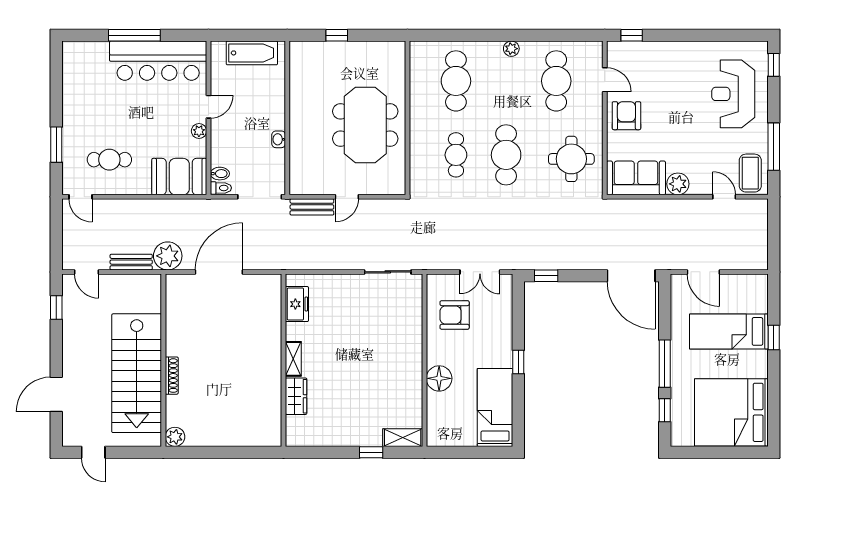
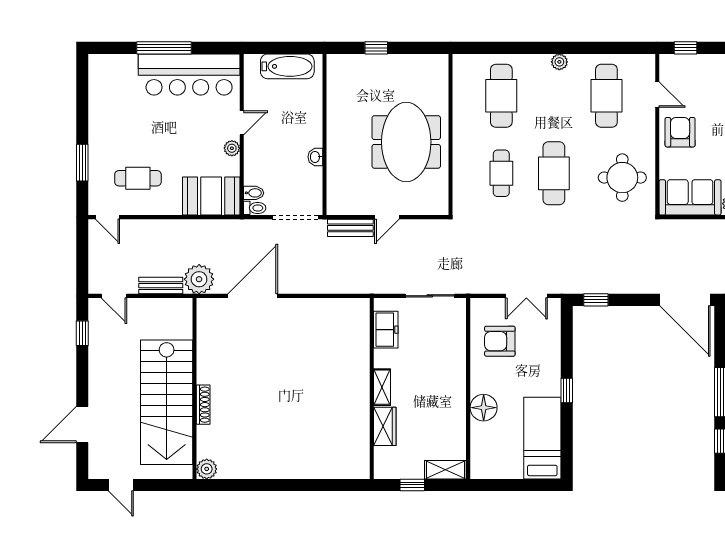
freezer: (297, 304) -> (386, 330), moved
shelving: (293, 359) -> (382, 387), moved
wall: (284, 360) -> (372, 389), moved
wardrobe: (296, 396) -> (385, 426), moved

